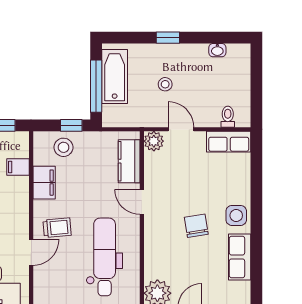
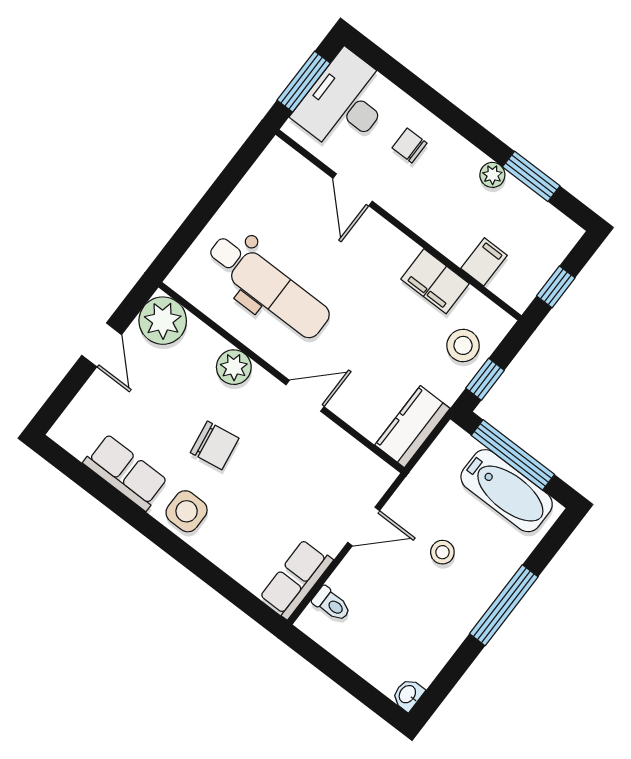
window: (168, 38) -> (504, 605), width x2.17
washbasin: (217, 50) -> (408, 695), moved
plant: (154, 141) -> (234, 367), moved
kitchen counter: (129, 161) -> (412, 427), moved, turned -90
trolley: (57, 228) -> (359, 252), removed

